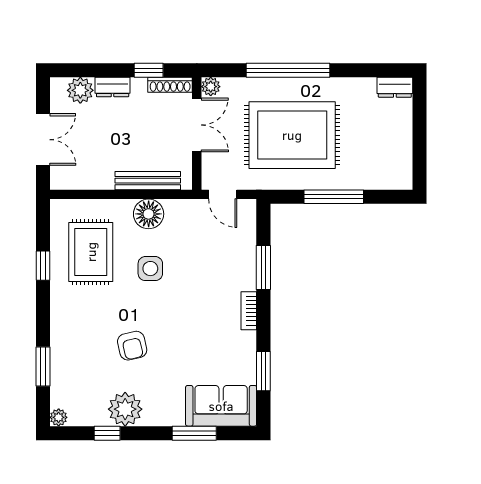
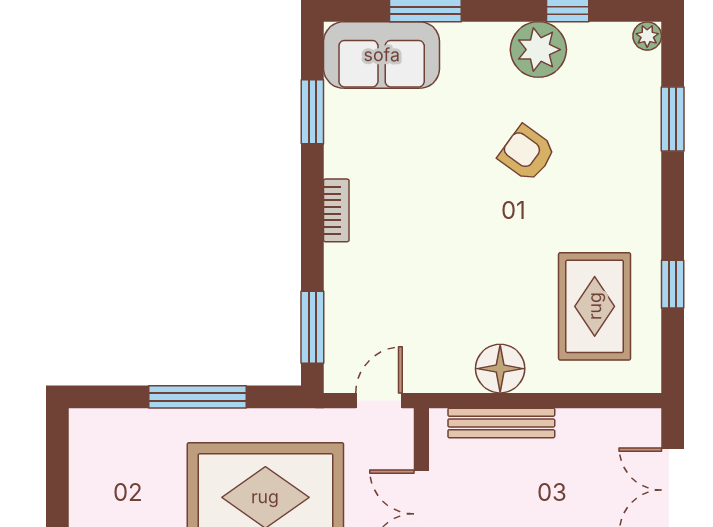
door: (223, 194) -> (379, 401), hinge flipped
window: (263, 268) -> (312, 327), moved
side table: (150, 269) -> (497, 279), removed
armchair: (132, 346) -> (527, 153), turned -41

